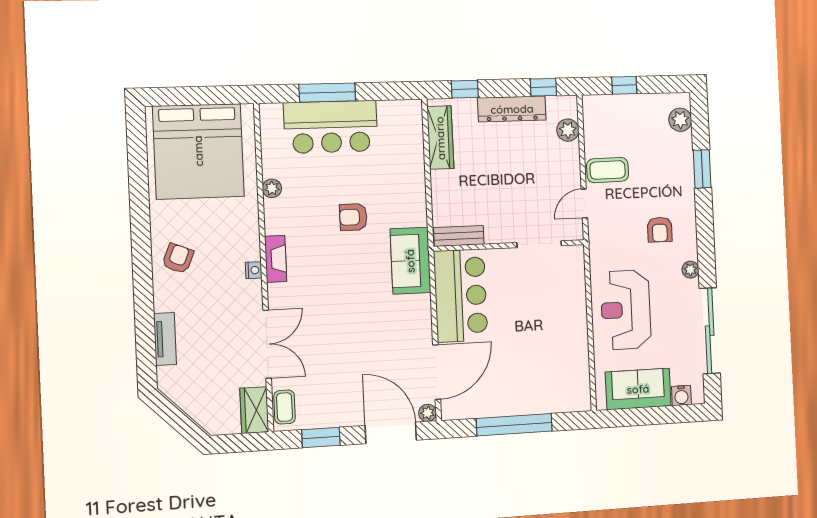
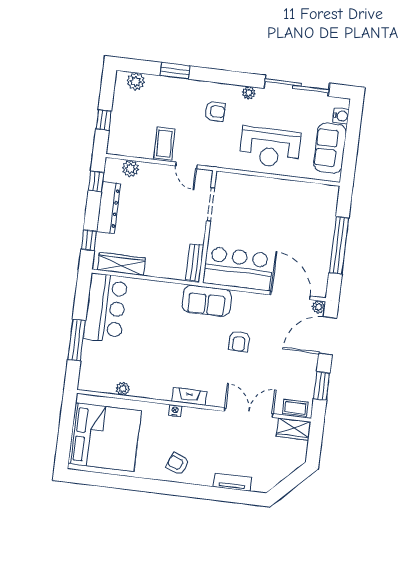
bar counter: (331, 127) -> (106, 308), moved
plant: (272, 188) -> (123, 389), moved
armchair: (353, 217) -> (239, 341), moved
nightstand: (254, 270) -> (175, 411), moved

